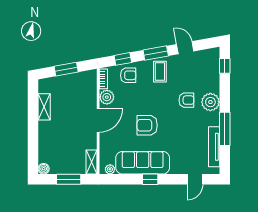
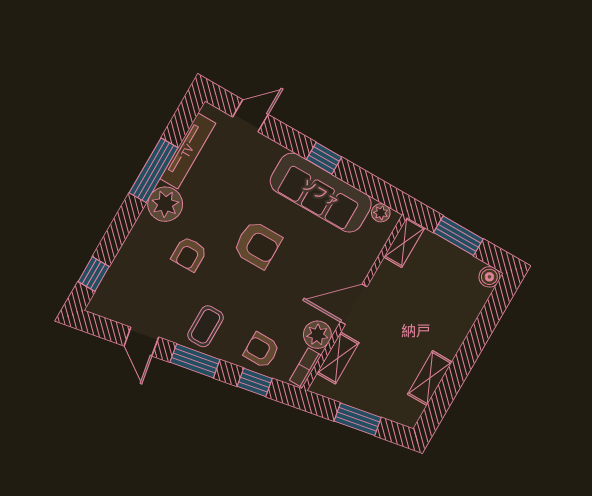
shelving: (91, 92) -> (338, 358), added
armchair: (186, 100) -> (189, 254), turned -90
plant: (210, 102) -> (165, 204), moved
armchair: (147, 125) -> (257, 245), moved

